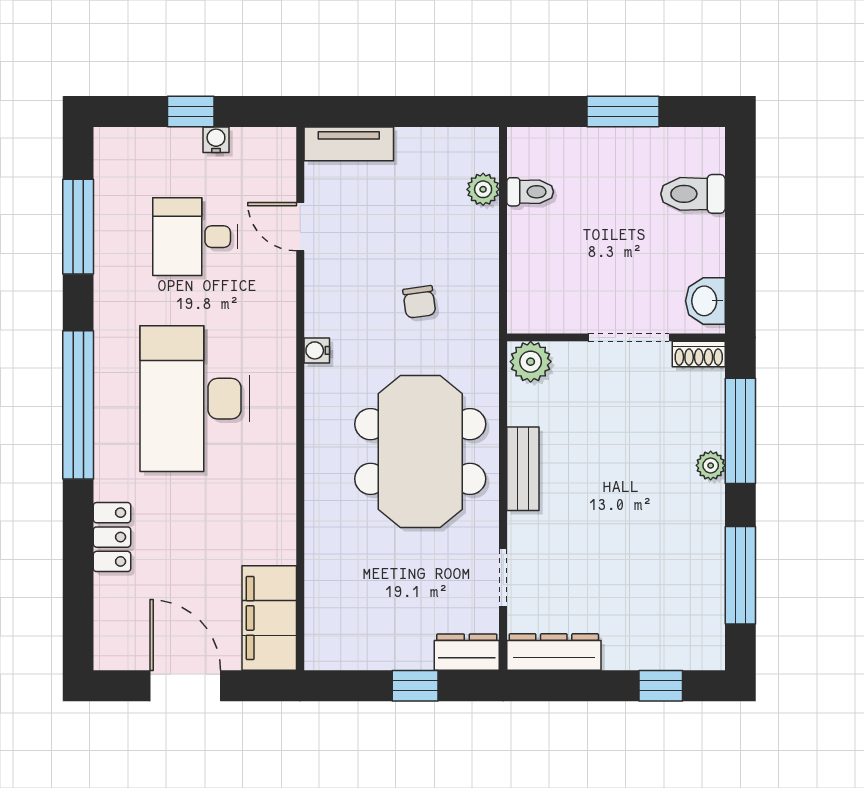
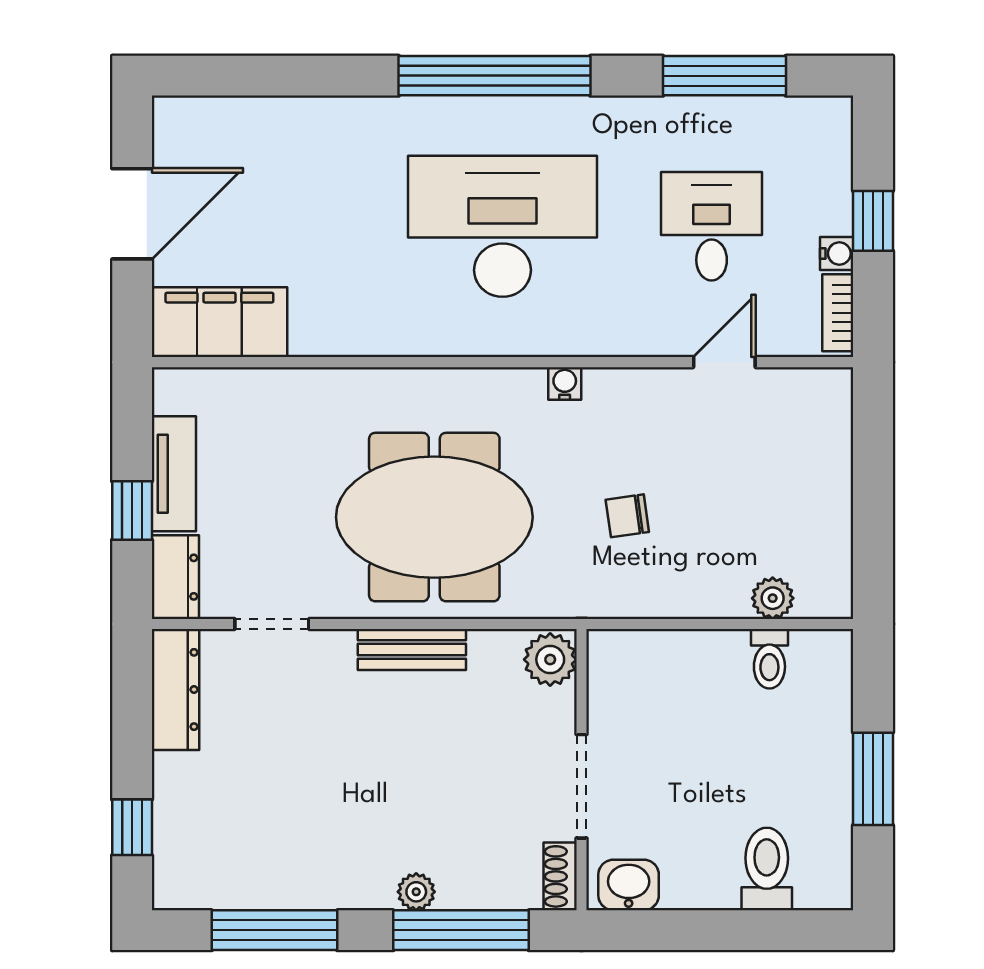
bookcase: (262, 139) -> (838, 313), added
tv unit: (349, 144) -> (174, 474), moved, turned 180
locker: (112, 537) -> (324, 119), removed

